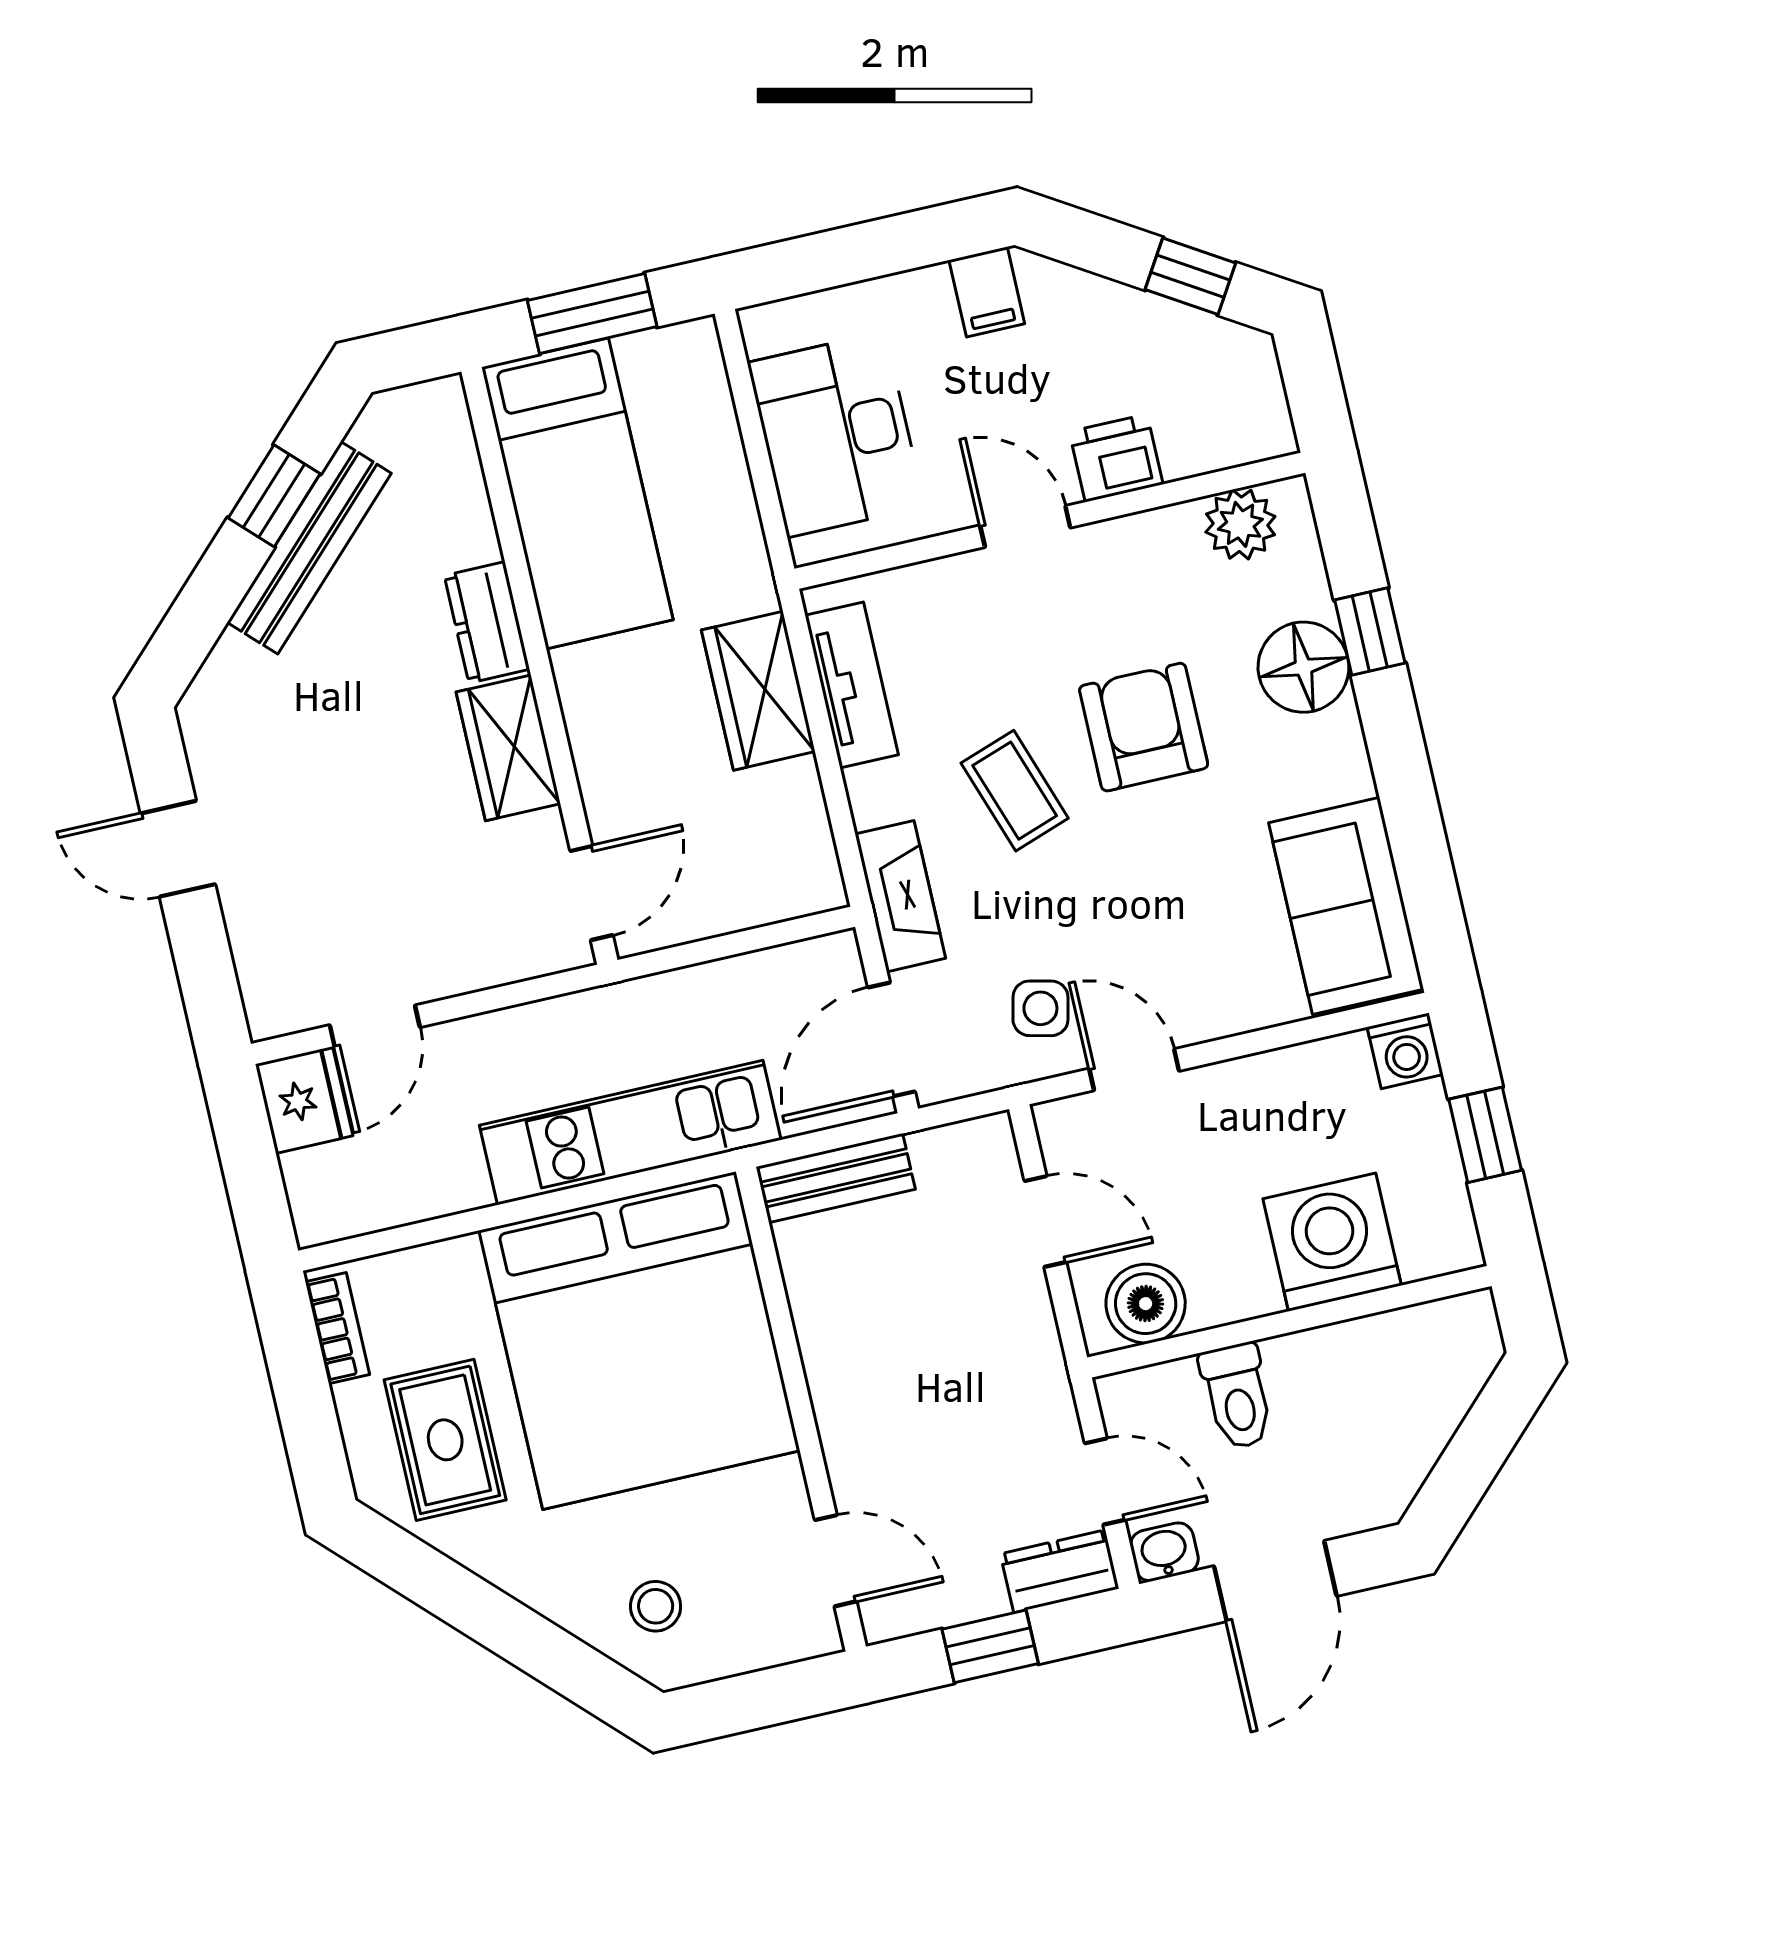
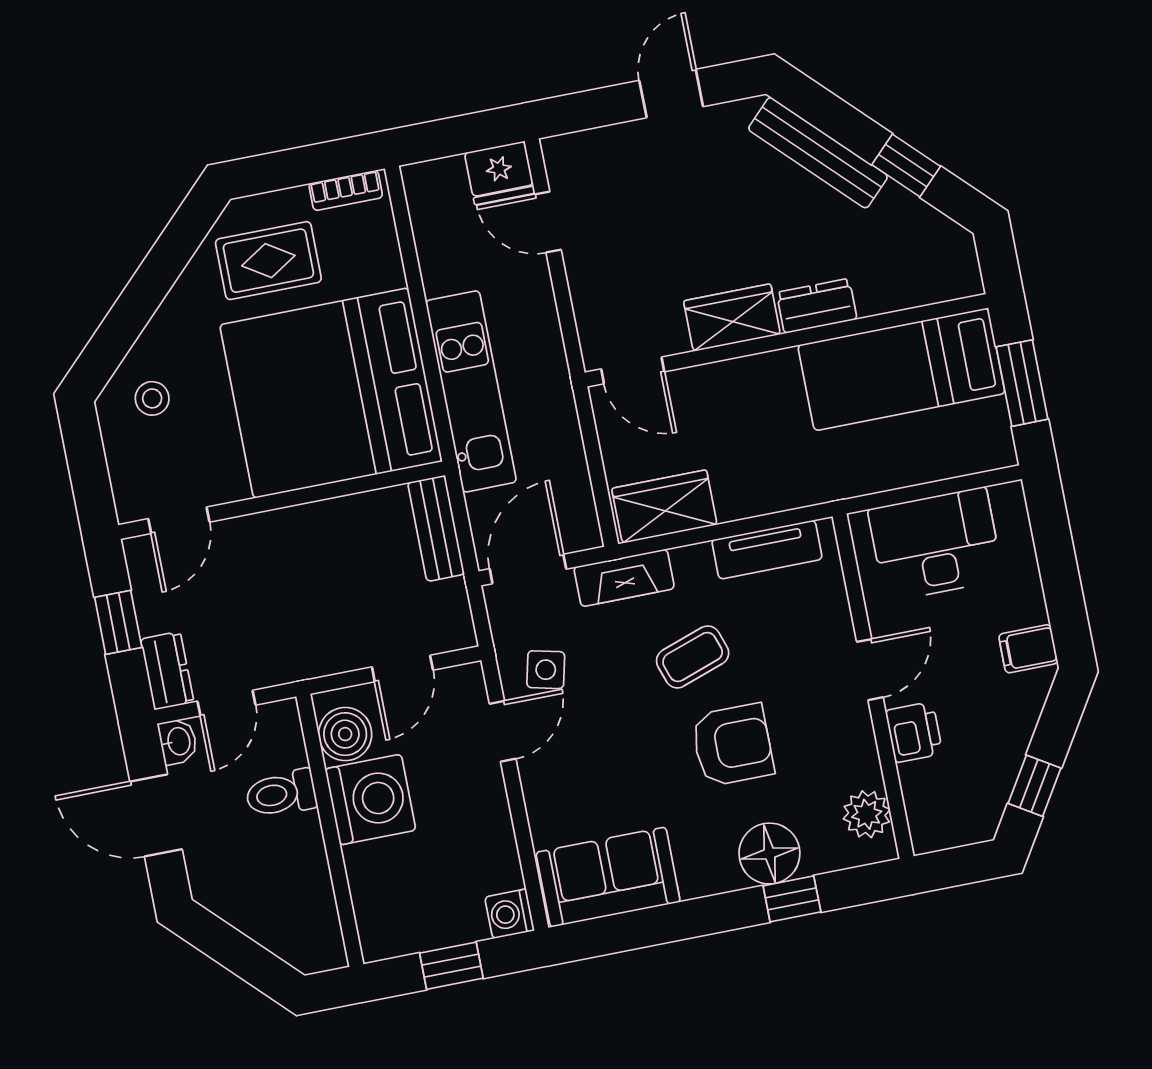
bench: (309, 548) -> (818, 153), moved
wardrobe: (758, 691) -> (664, 507), moved
door: (892, 1039) -> (528, 569), hinge flipped
washing machine: (1332, 1242) -> (370, 800), moved

